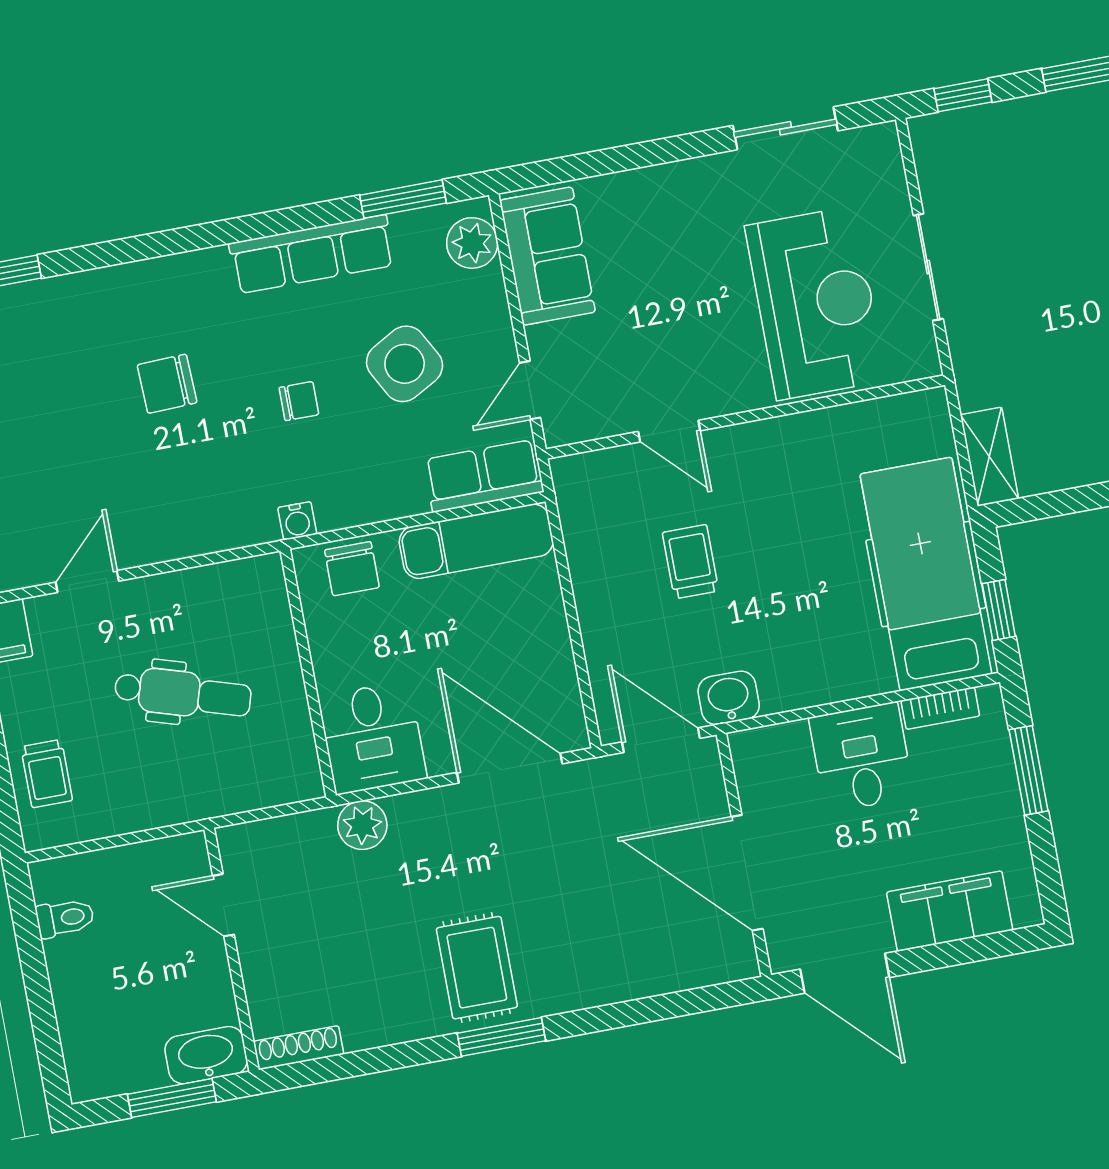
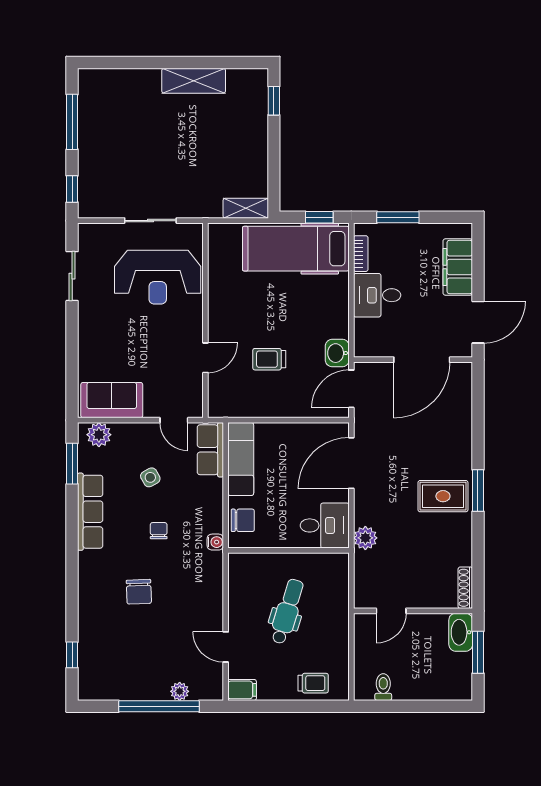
reception desk: (816, 303) -> (158, 277), turned 180
side table: (405, 364) -> (150, 477), width x0.54, depth x0.54

